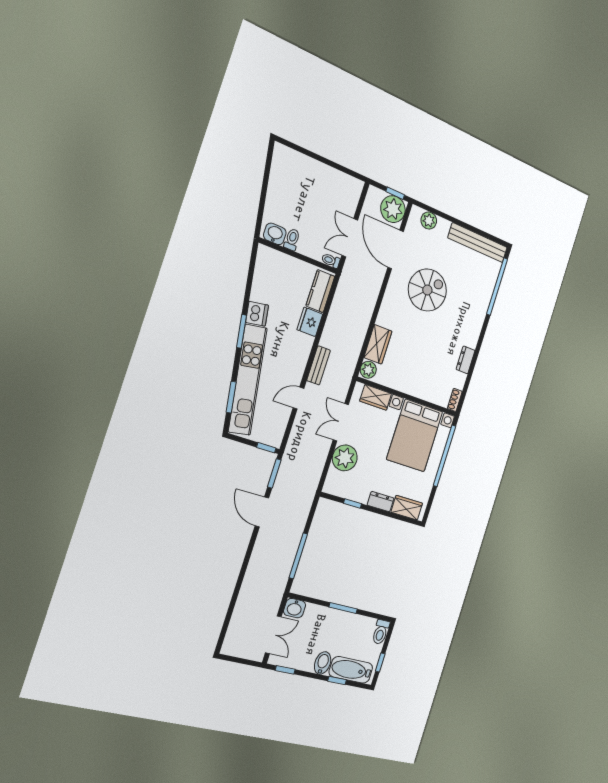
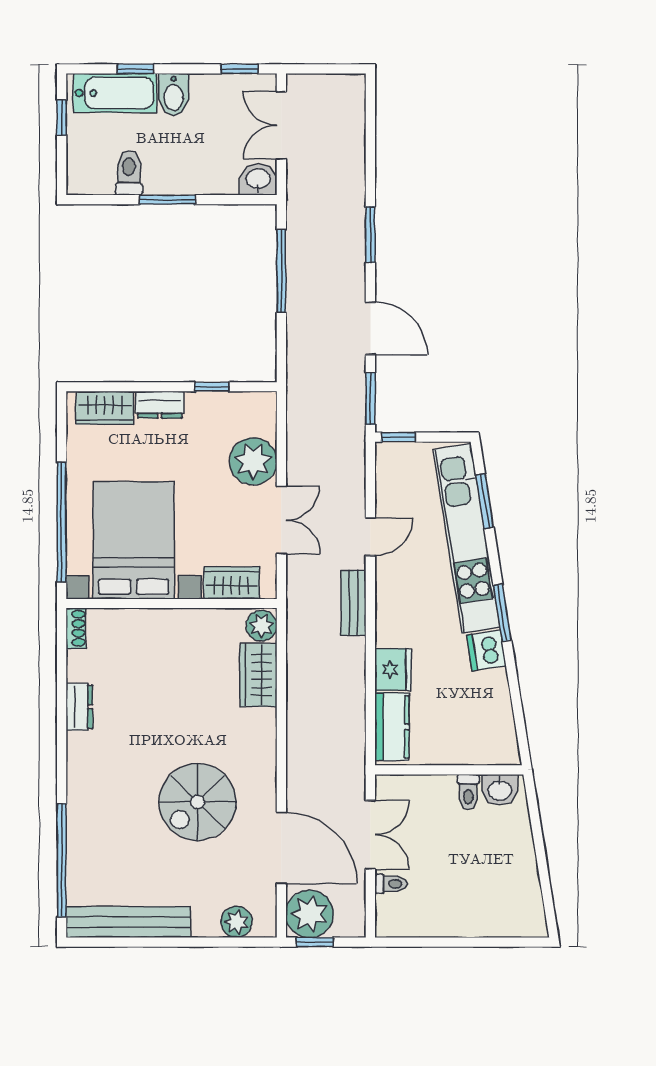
toilet: (331, 261) -> (391, 884), moved
window: (245, 564) -> (370, 235), added
toilet: (381, 632) -> (129, 173), moved

